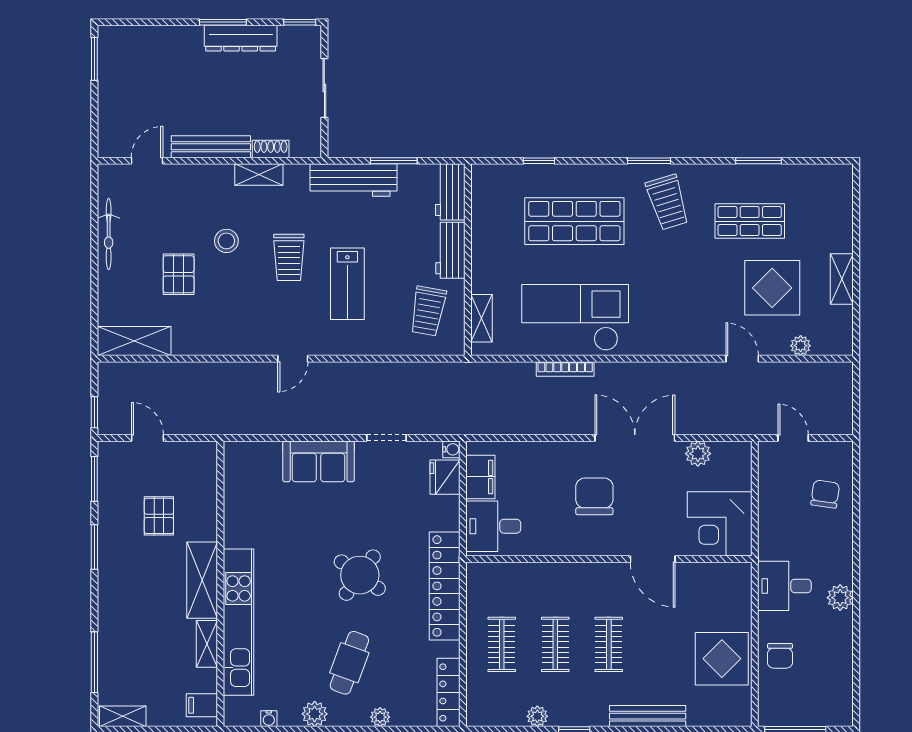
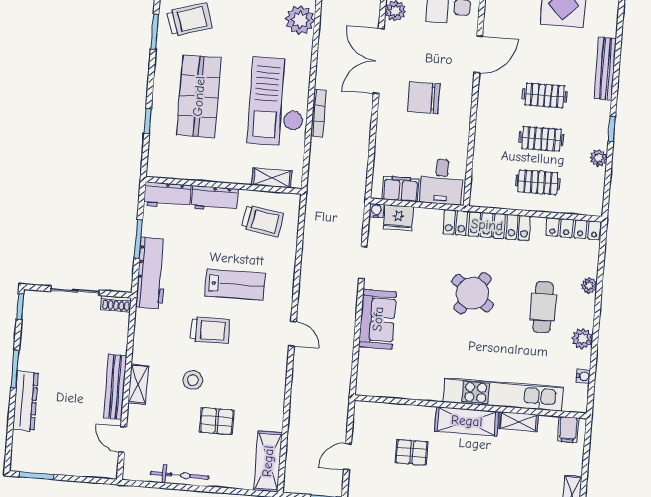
dresser: (241, 38) -> (25, 401), moved
shoe rack: (271, 149) -> (116, 304), moved, turned -90
shelving: (259, 175) -> (138, 384), moved
plant: (678, 338) -> (300, 20), added
cafe table: (349, 663) -> (543, 307), turned 70

